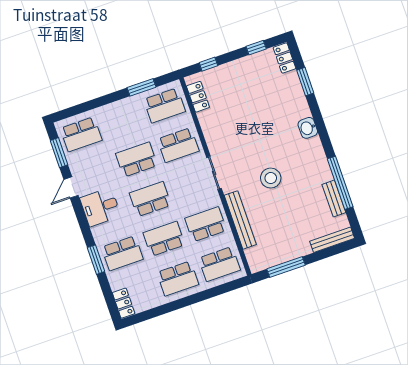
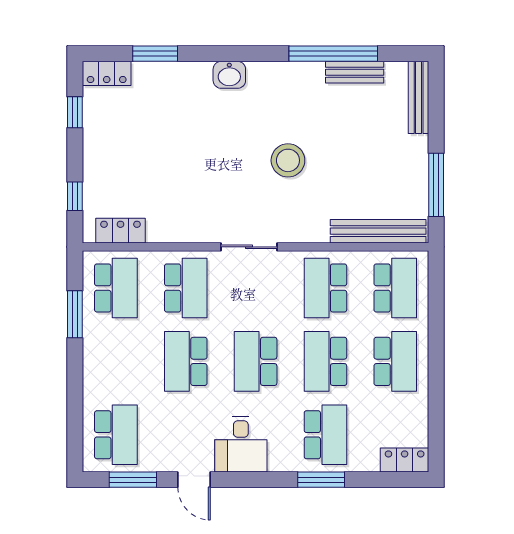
bench: (240, 220) -> (378, 231), moved

